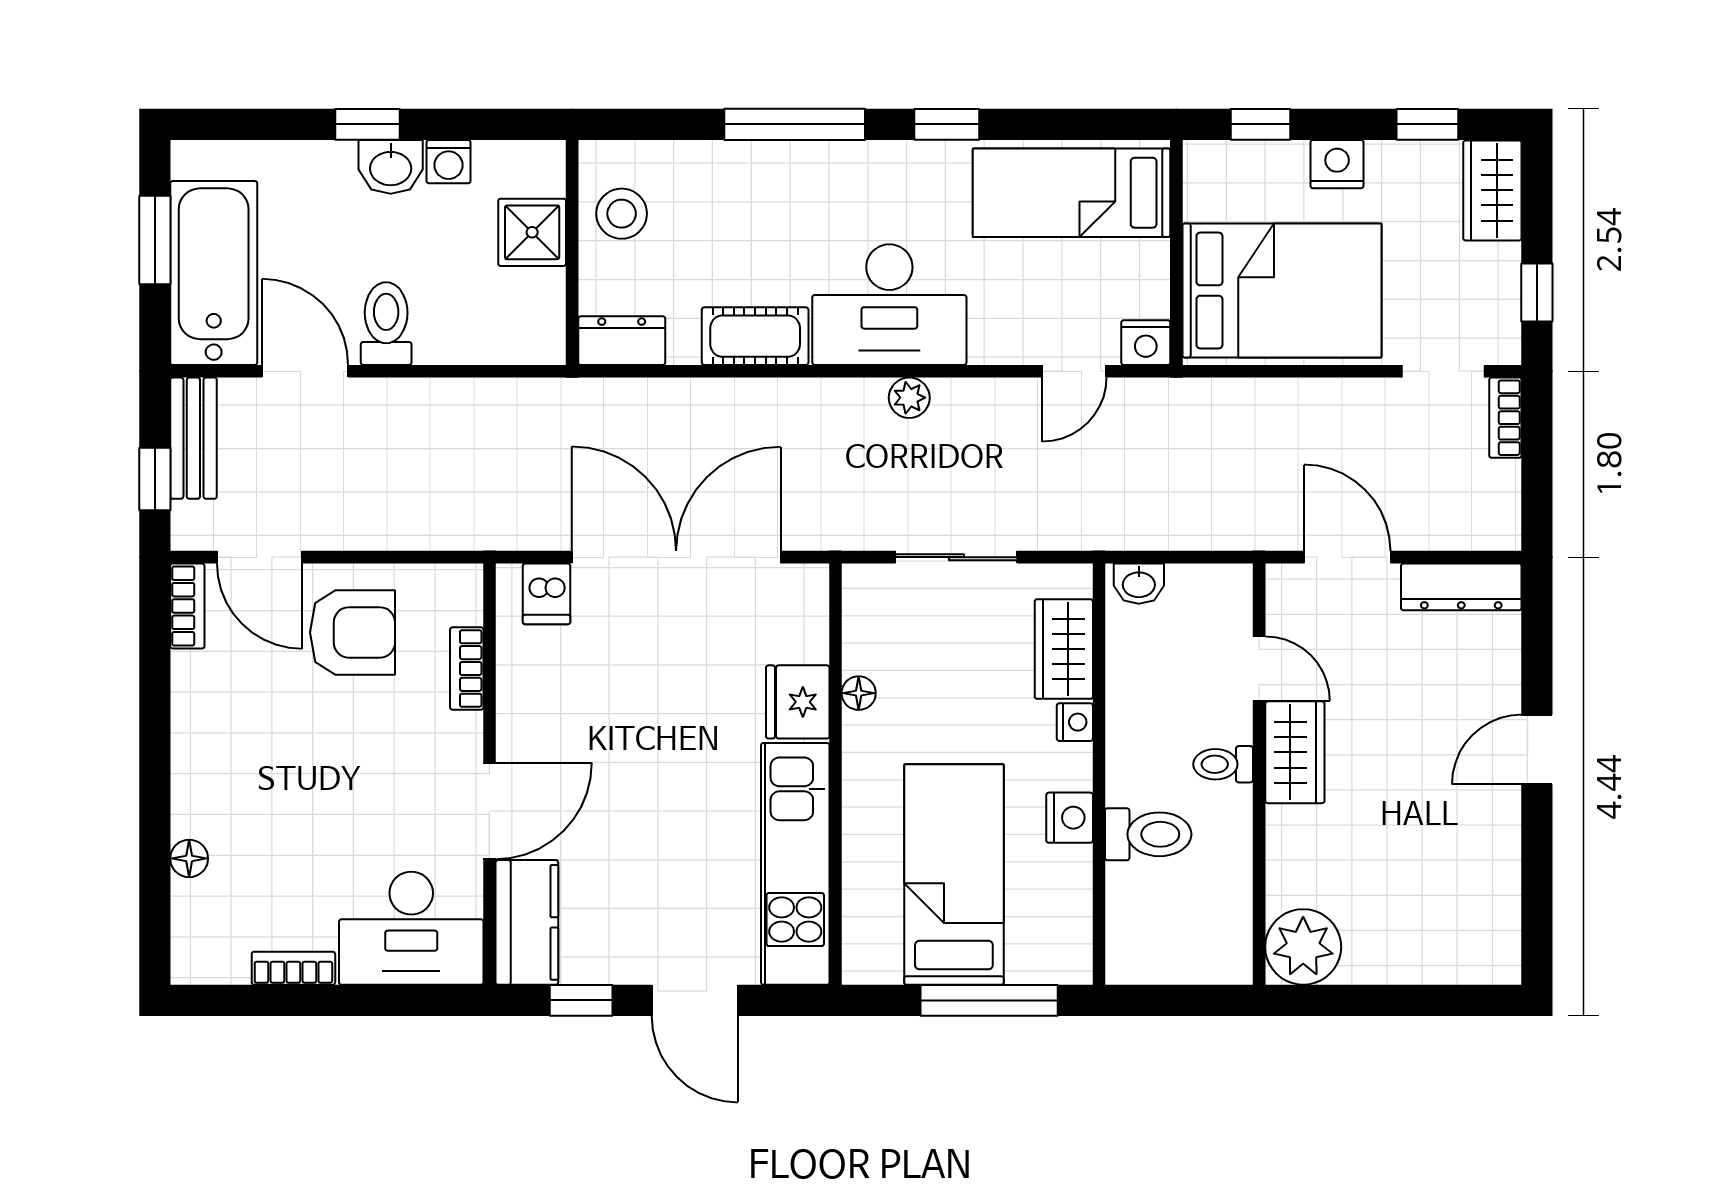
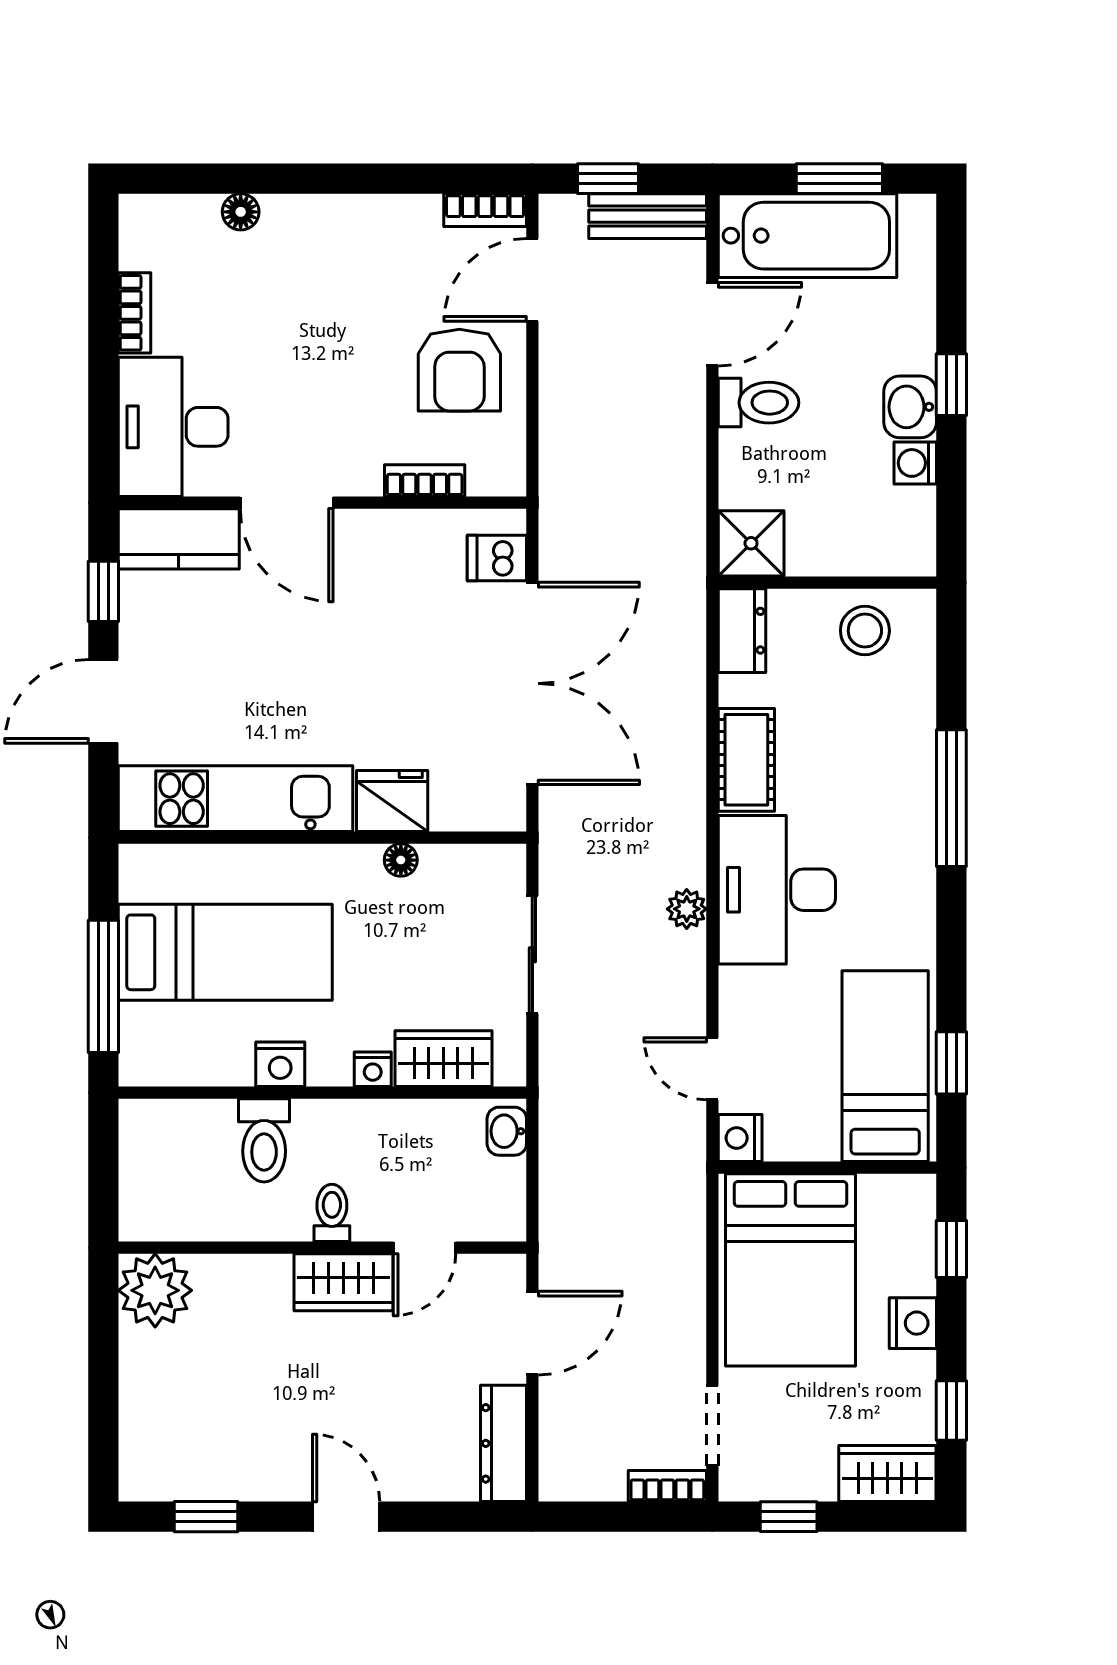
window: (947, 124) -> (951, 1063), moved
shower: (532, 232) -> (751, 543), moved
window: (1537, 894) -> (206, 1517), added

